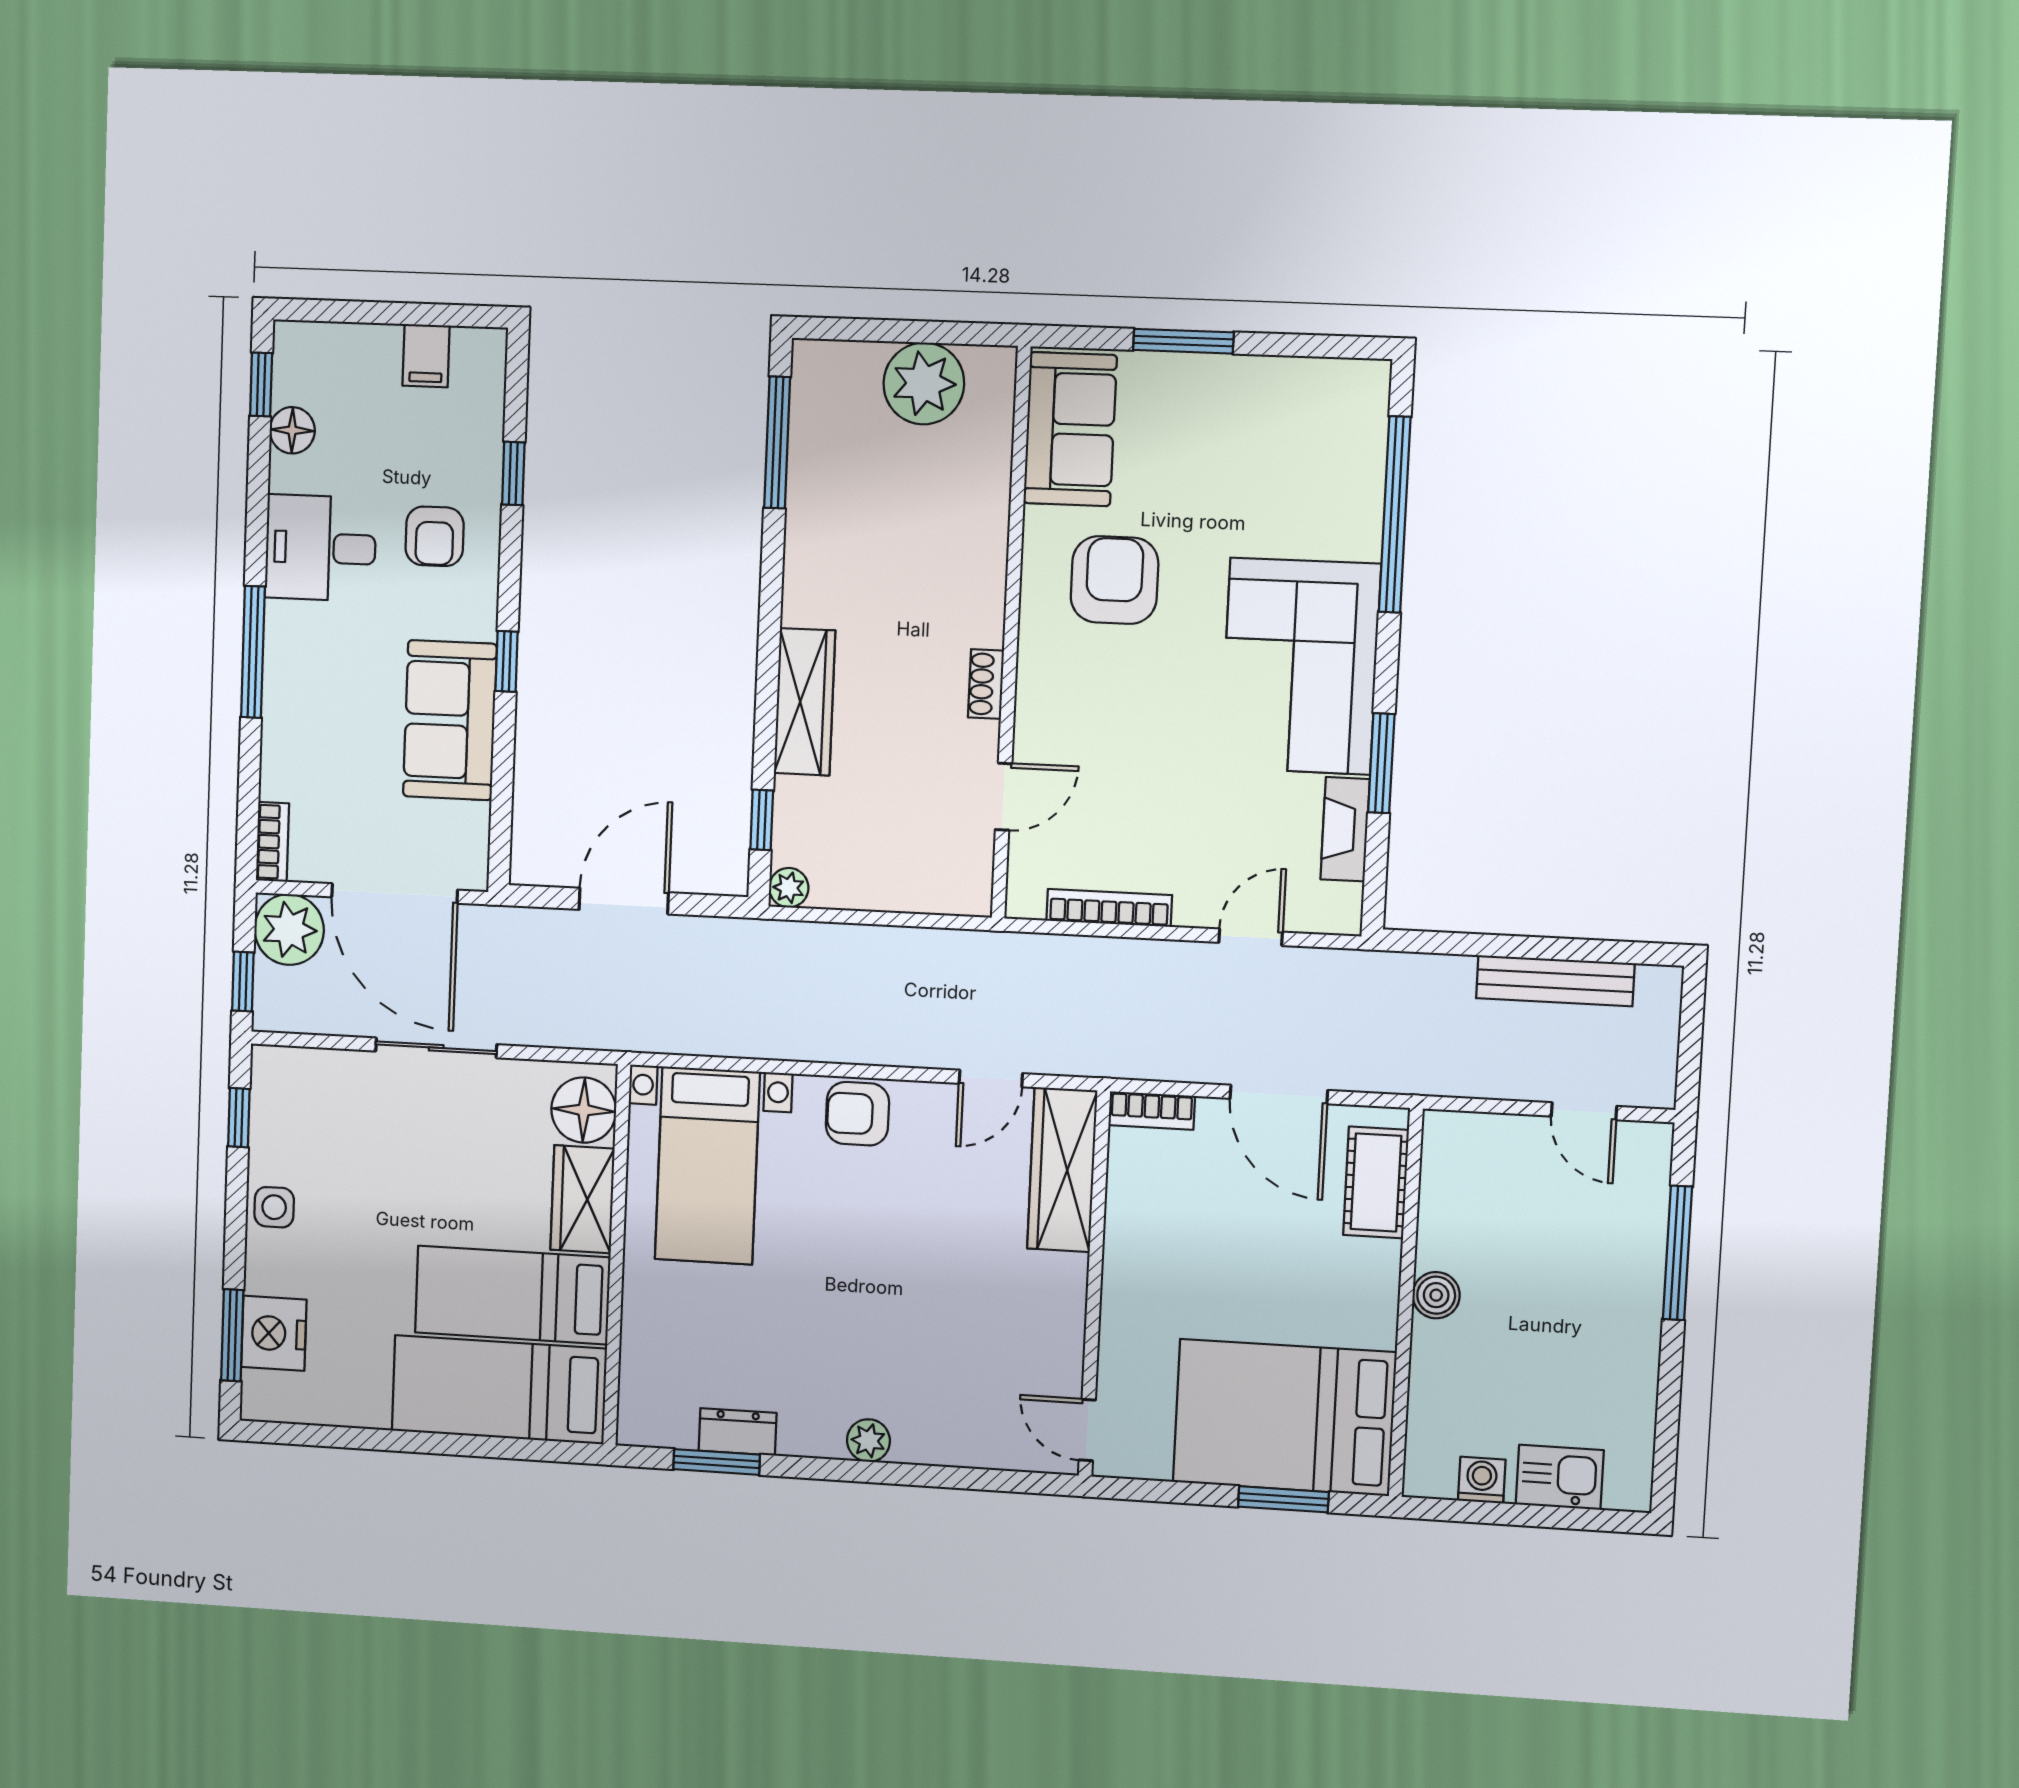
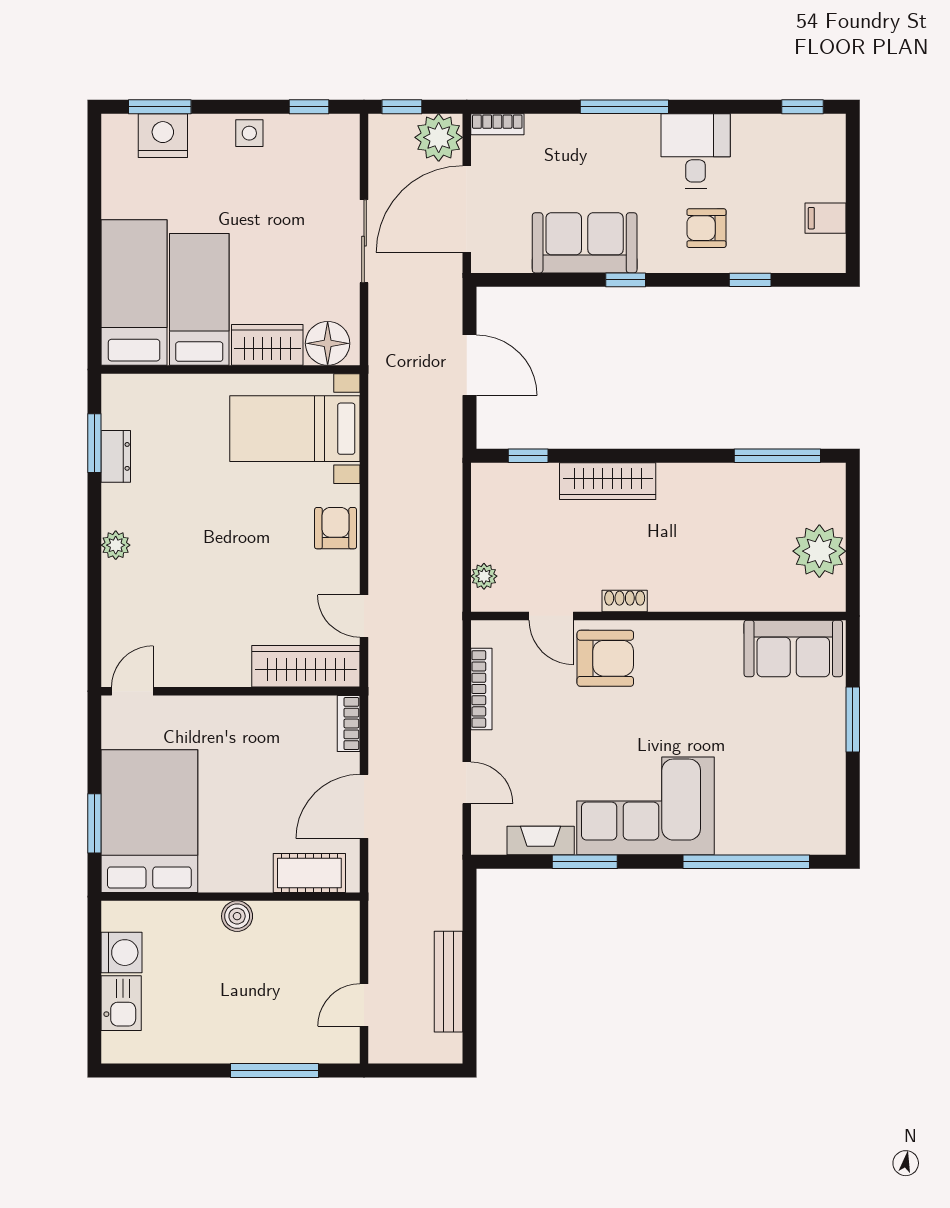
floor lamp: (292, 430) -> (773, 129), removed
armchair: (1114, 580) -> (605, 658), moved
plant: (789, 888) -> (484, 576), moved
washing machine: (1482, 1480) -> (122, 953), width x1.38, depth x1.38

